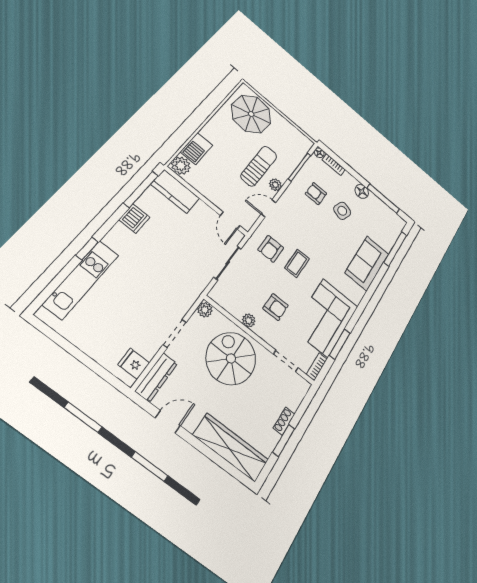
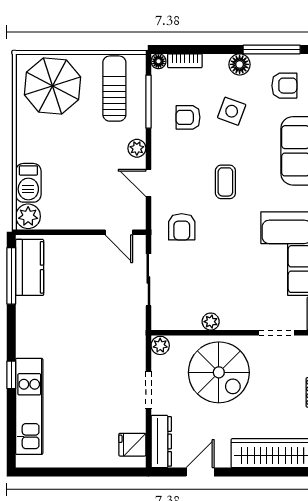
sun lounger: (259, 166) -> (114, 89), moved
kitchen counter: (175, 191) -> (30, 267), moved, turned -90
door: (269, 208) -> (148, 183), hinge flipped
dishwasher: (134, 219) -> (28, 311), removed
coffee table: (297, 263) -> (225, 182), moved
armchair: (276, 307) -> (284, 86), moved
spiral stairs: (231, 358) -> (219, 372), turned 180

